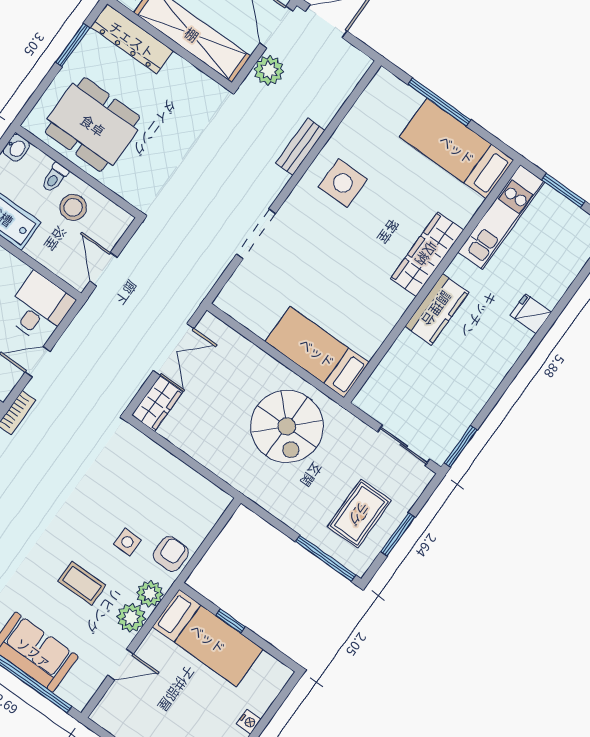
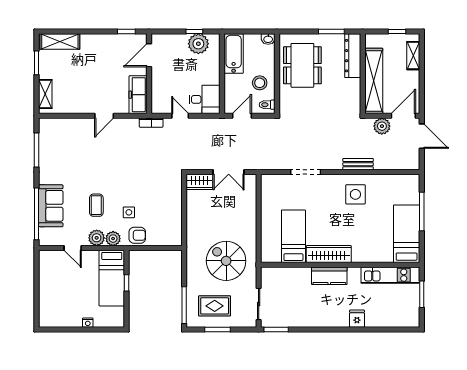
toilet: (55, 178) -> (267, 105), moved
wardrobe: (427, 254) -> (329, 254), moved
bed: (317, 352) -> (293, 236), moved
spiral stairs: (287, 426) -> (226, 261), moved, turned 90

